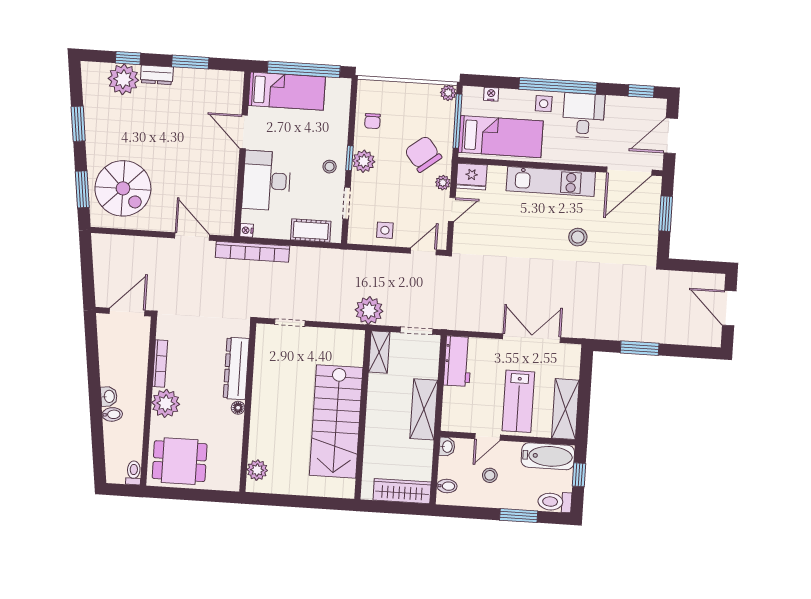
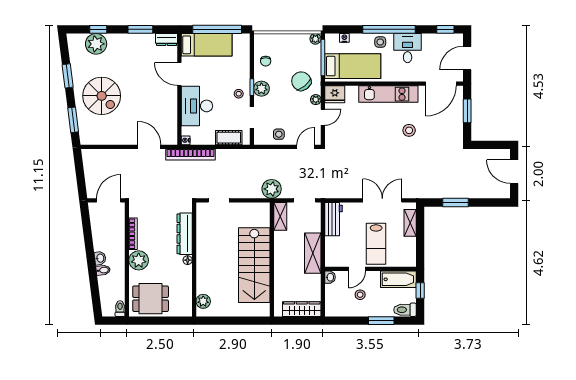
dresser: (157, 75) -> (167, 39), moved
spiral stairs: (123, 188) -> (102, 96), moved
shelving: (565, 409) -> (410, 223), moved, width x0.67, depth x0.75
bidet: (447, 486) -> (332, 304), removed

